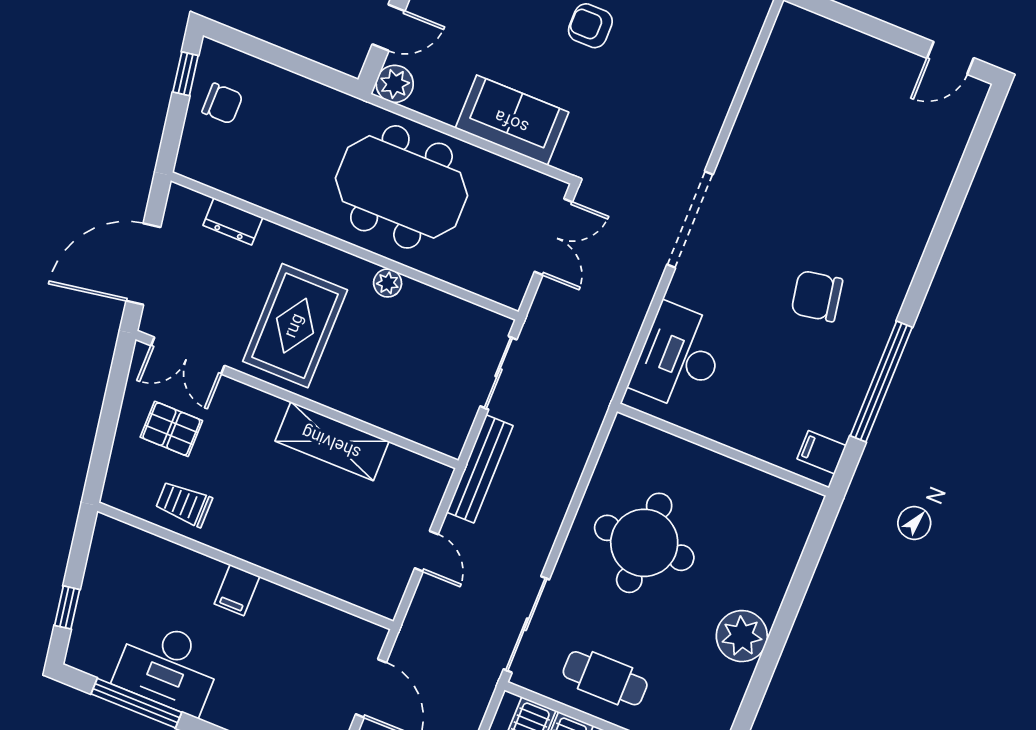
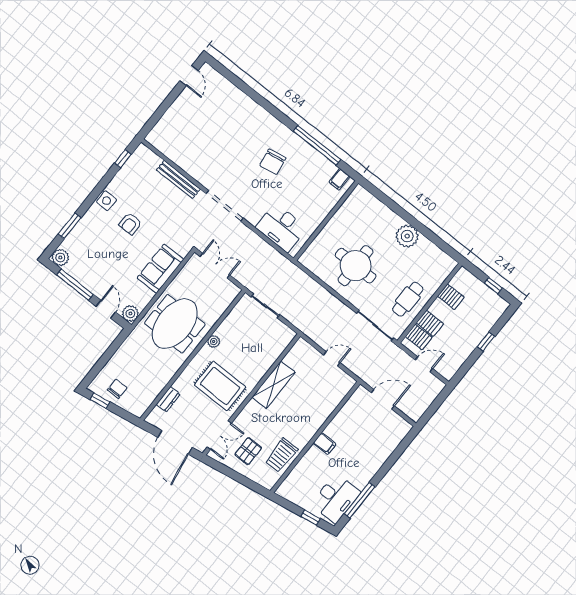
bench: (480, 469) -> (178, 180), moved
trolley: (184, 504) -> (281, 455), width x1.36, depth x1.39
desk: (168, 667) -> (336, 498), moved

